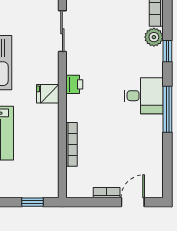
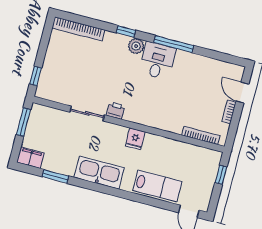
plant: (154, 37) -> (136, 46), moved
printer: (74, 84) -> (116, 111), moved
bookcase: (71, 144) -> (201, 135), moved

